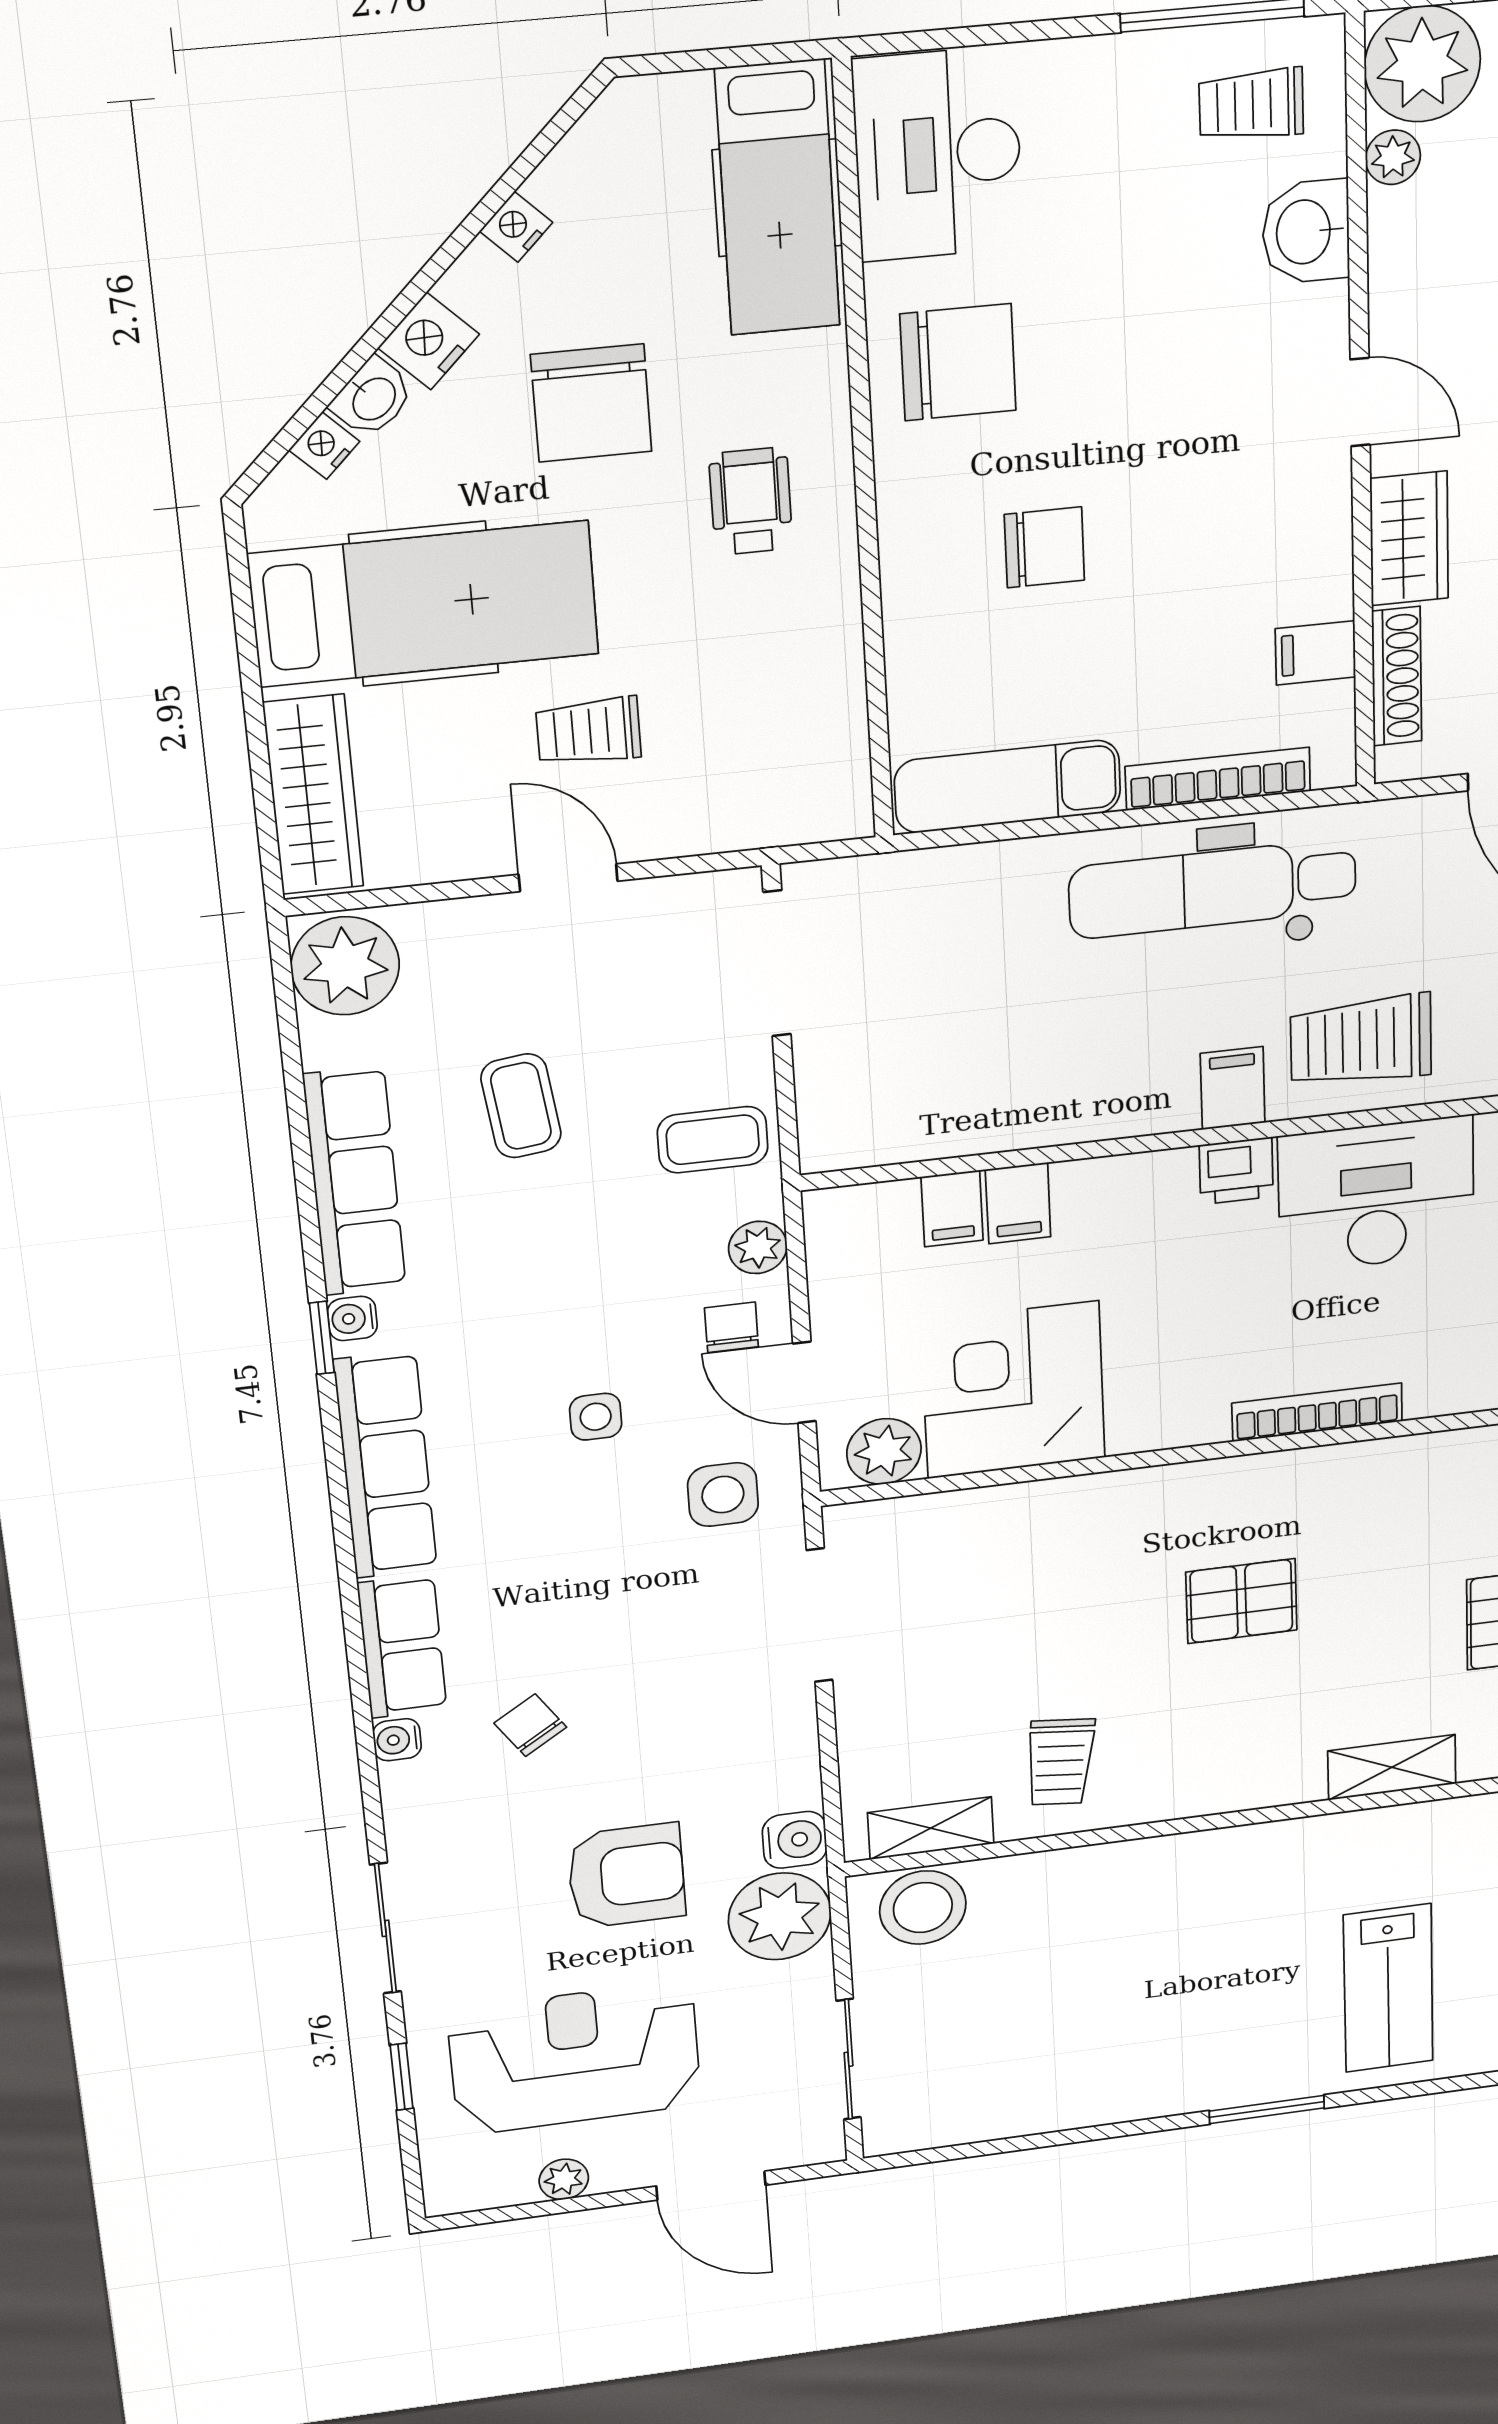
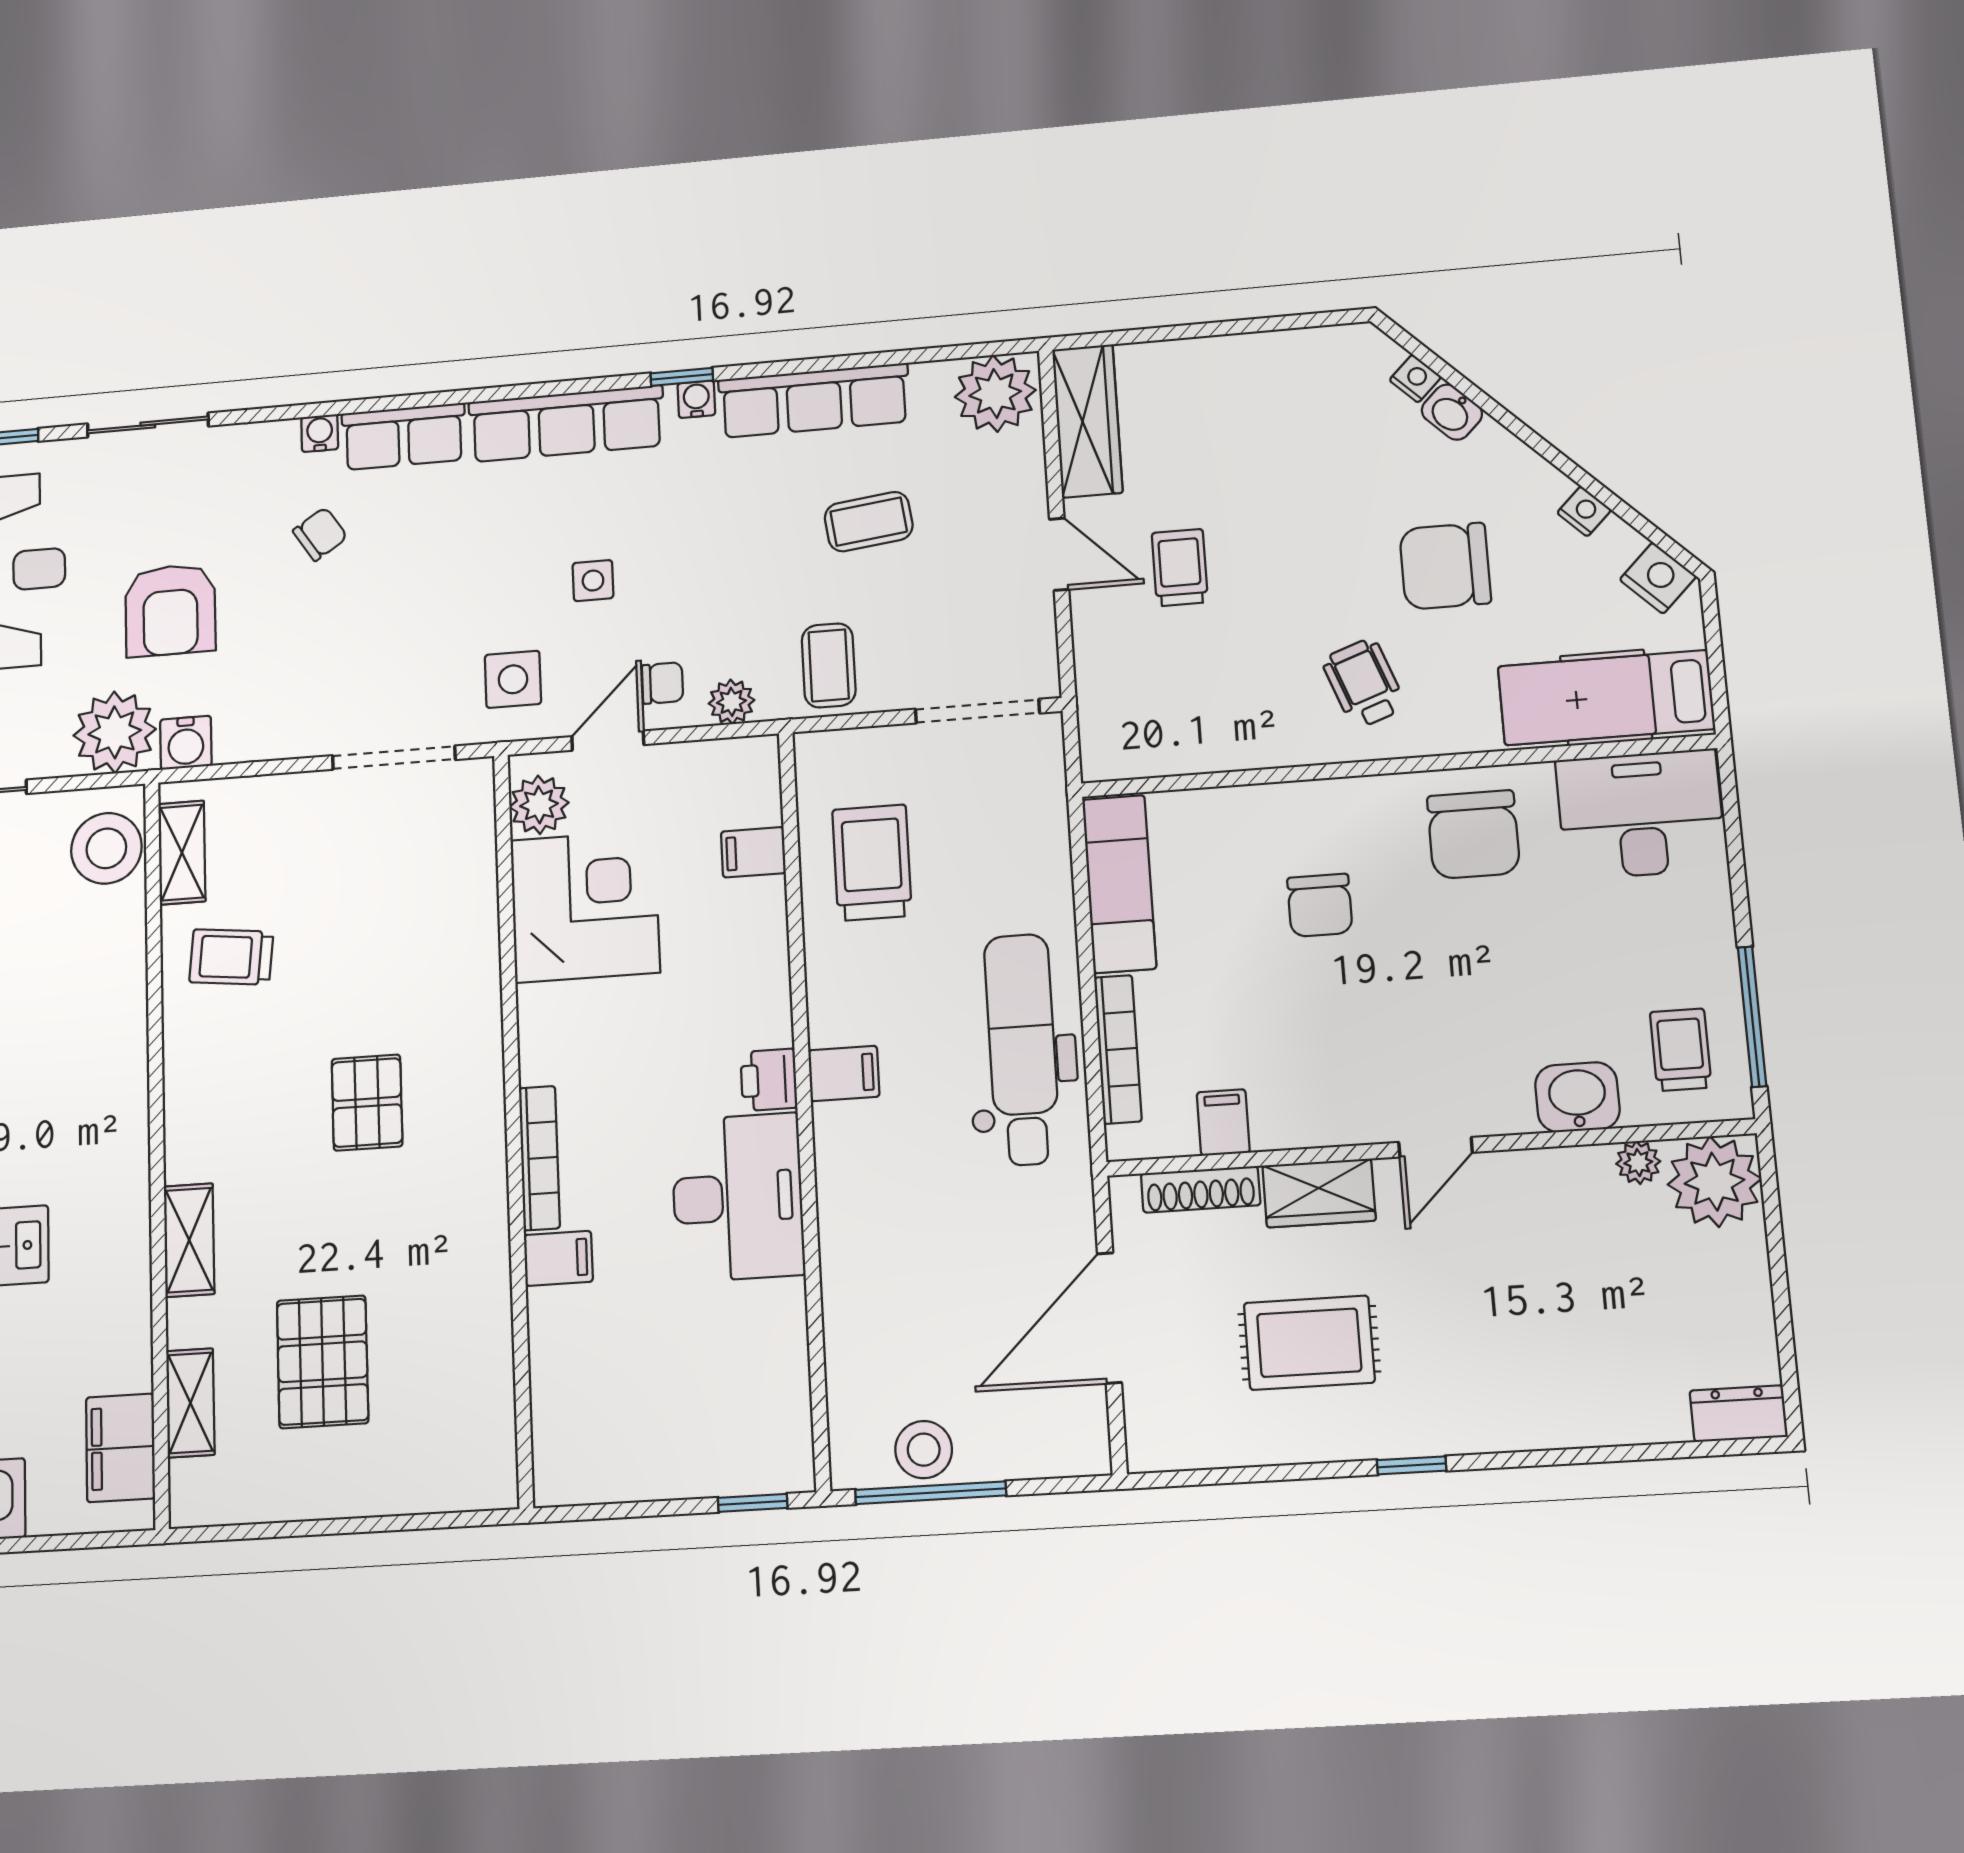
nightstand: (429, 341) -> (1658, 578), moved
wheelchair: (751, 501) -> (1364, 683), turned -110
hospital bed: (424, 604) -> (1288, 449), removed
wardrobe: (313, 795) -> (1087, 421), moved, turned -90
door: (568, 878) -> (1059, 554), hinge flipped
trolley: (1361, 1041) -> (872, 863), moved
filing cabinet: (1018, 1203) -> (558, 1258), moved, turned 180

